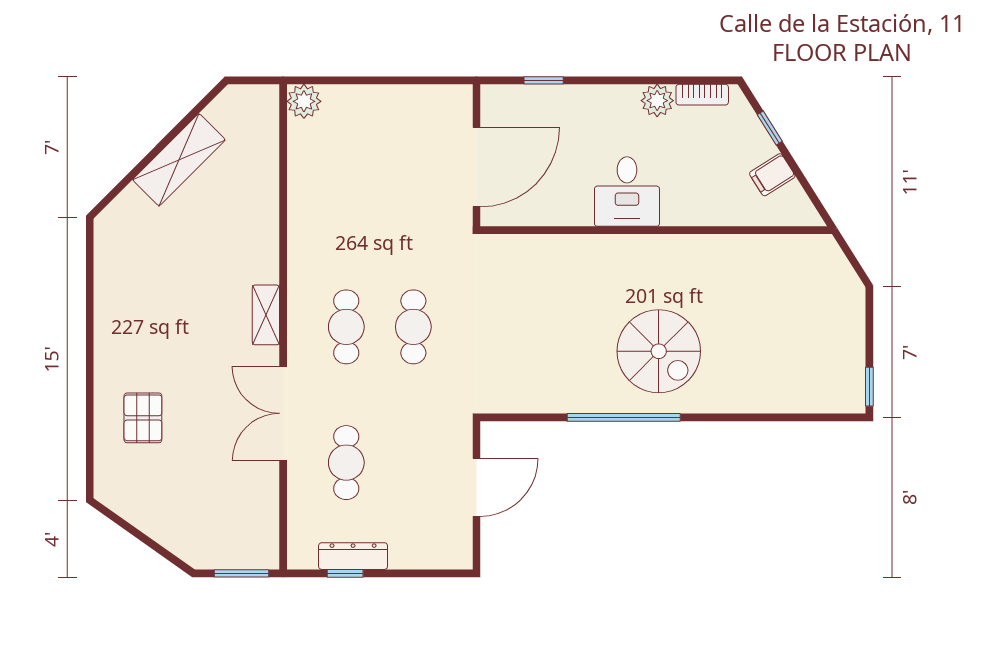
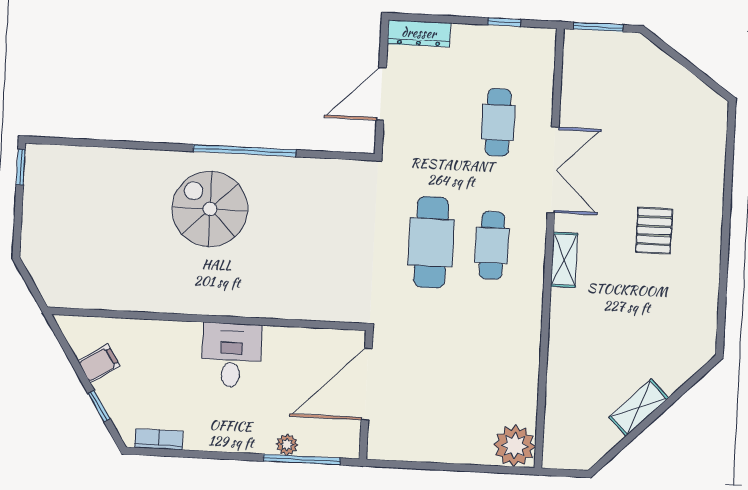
window: (544, 80) -> (302, 460), width x2.17
plant: (304, 101) -> (515, 446), width x1.36, depth x1.36
plant: (657, 101) -> (287, 445), moved, width x0.73, depth x0.73
shelving: (179, 160) -> (639, 408), width x0.67, depth x0.75
cafe table: (413, 327) -> (431, 242), width x1.37, depth x1.35
pallet: (143, 418) -> (654, 231), moved
dresser: (353, 556) -> (419, 33), moved

